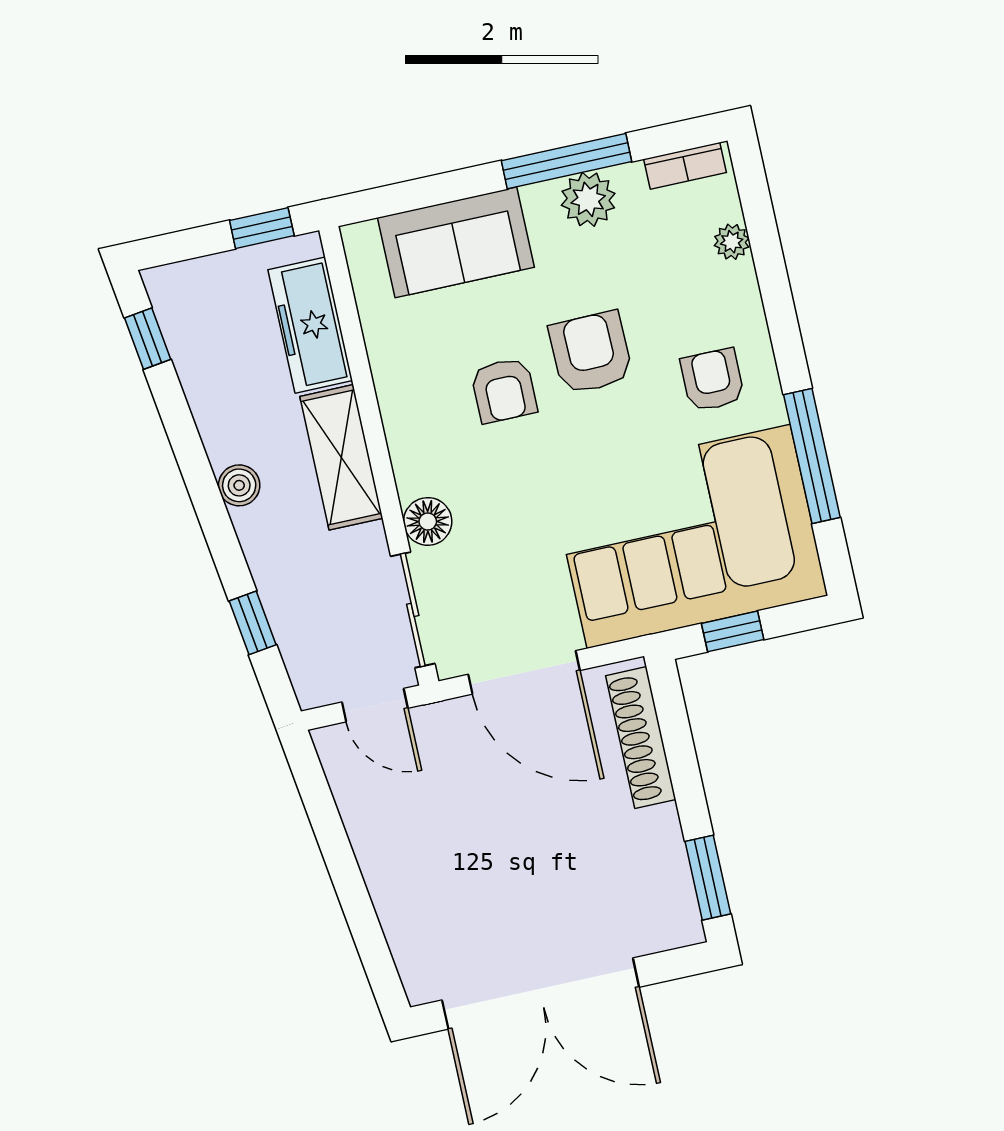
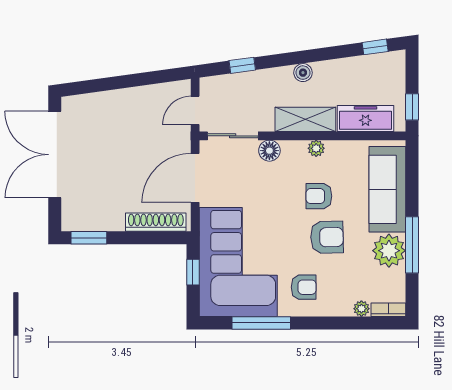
bookcase: (685, 166) -> (388, 310), moved, turned 90
plant: (588, 199) -> (389, 251), width x1.36, depth x1.36
sofa: (456, 242) -> (387, 189), width x1.36
plant: (400, 419) -> (316, 148), added

